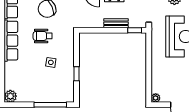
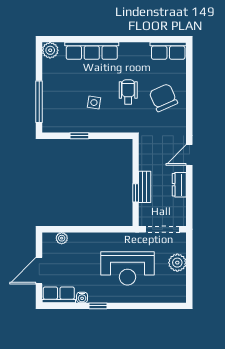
window: (135, 30) -> (136, 193), moved
row of seats: (11, 41) -> (92, 51), moved
plant: (156, 98) -> (62, 238), moved

